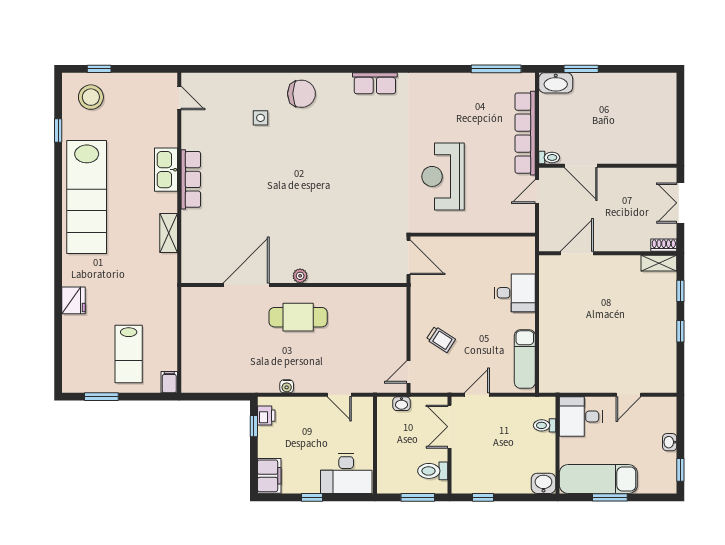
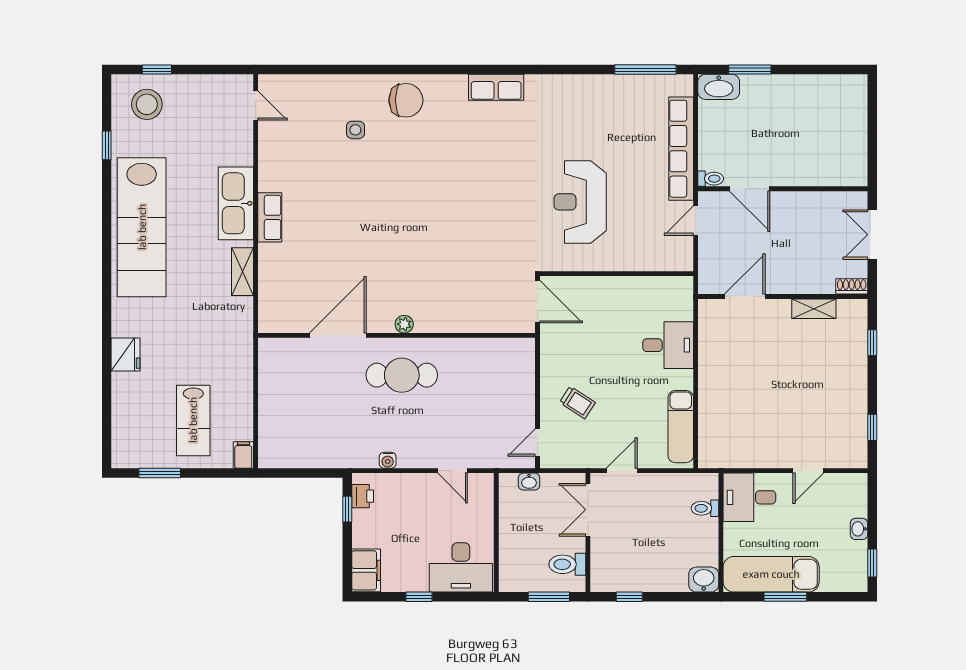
kitchen sink: (166, 170) -> (236, 203), width x1.36, depth x1.24
row of seats: (191, 179) -> (270, 217), width x0.68
shelving: (659, 263) -> (814, 309), moved
window: (680, 331) -> (872, 427), moved

